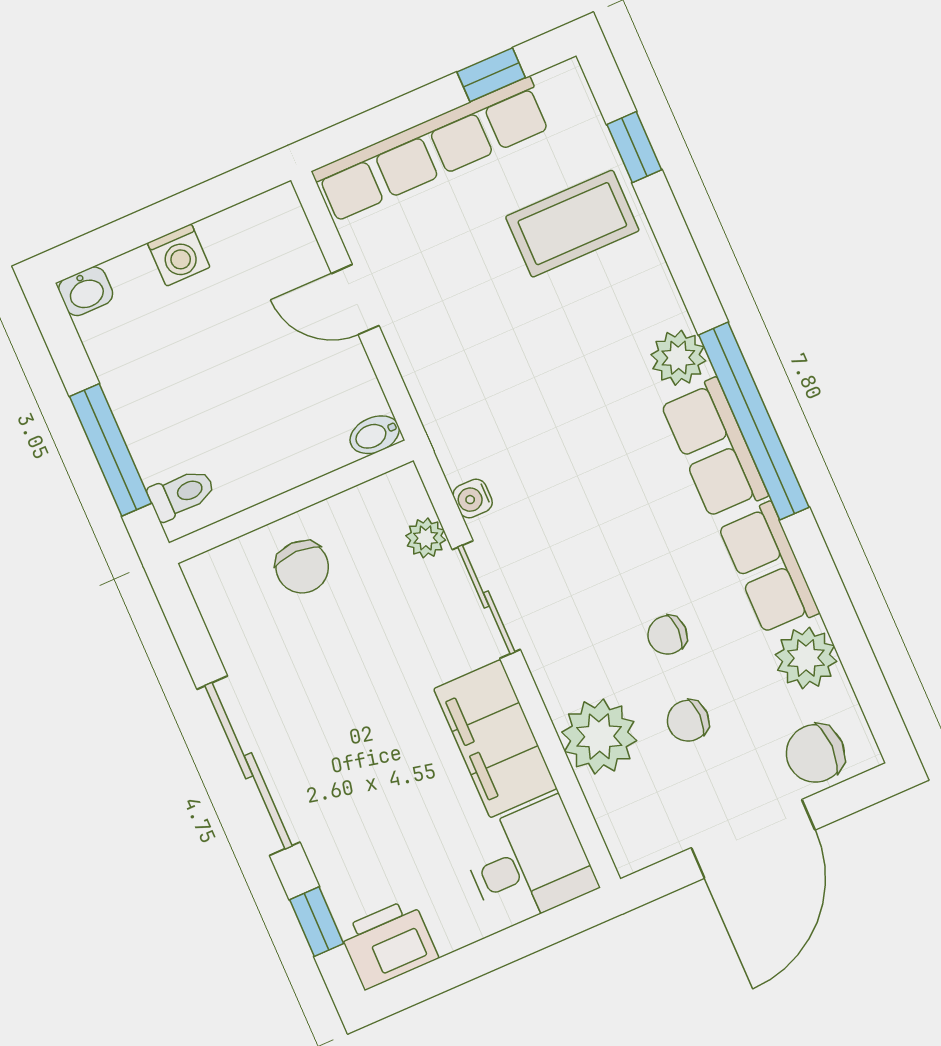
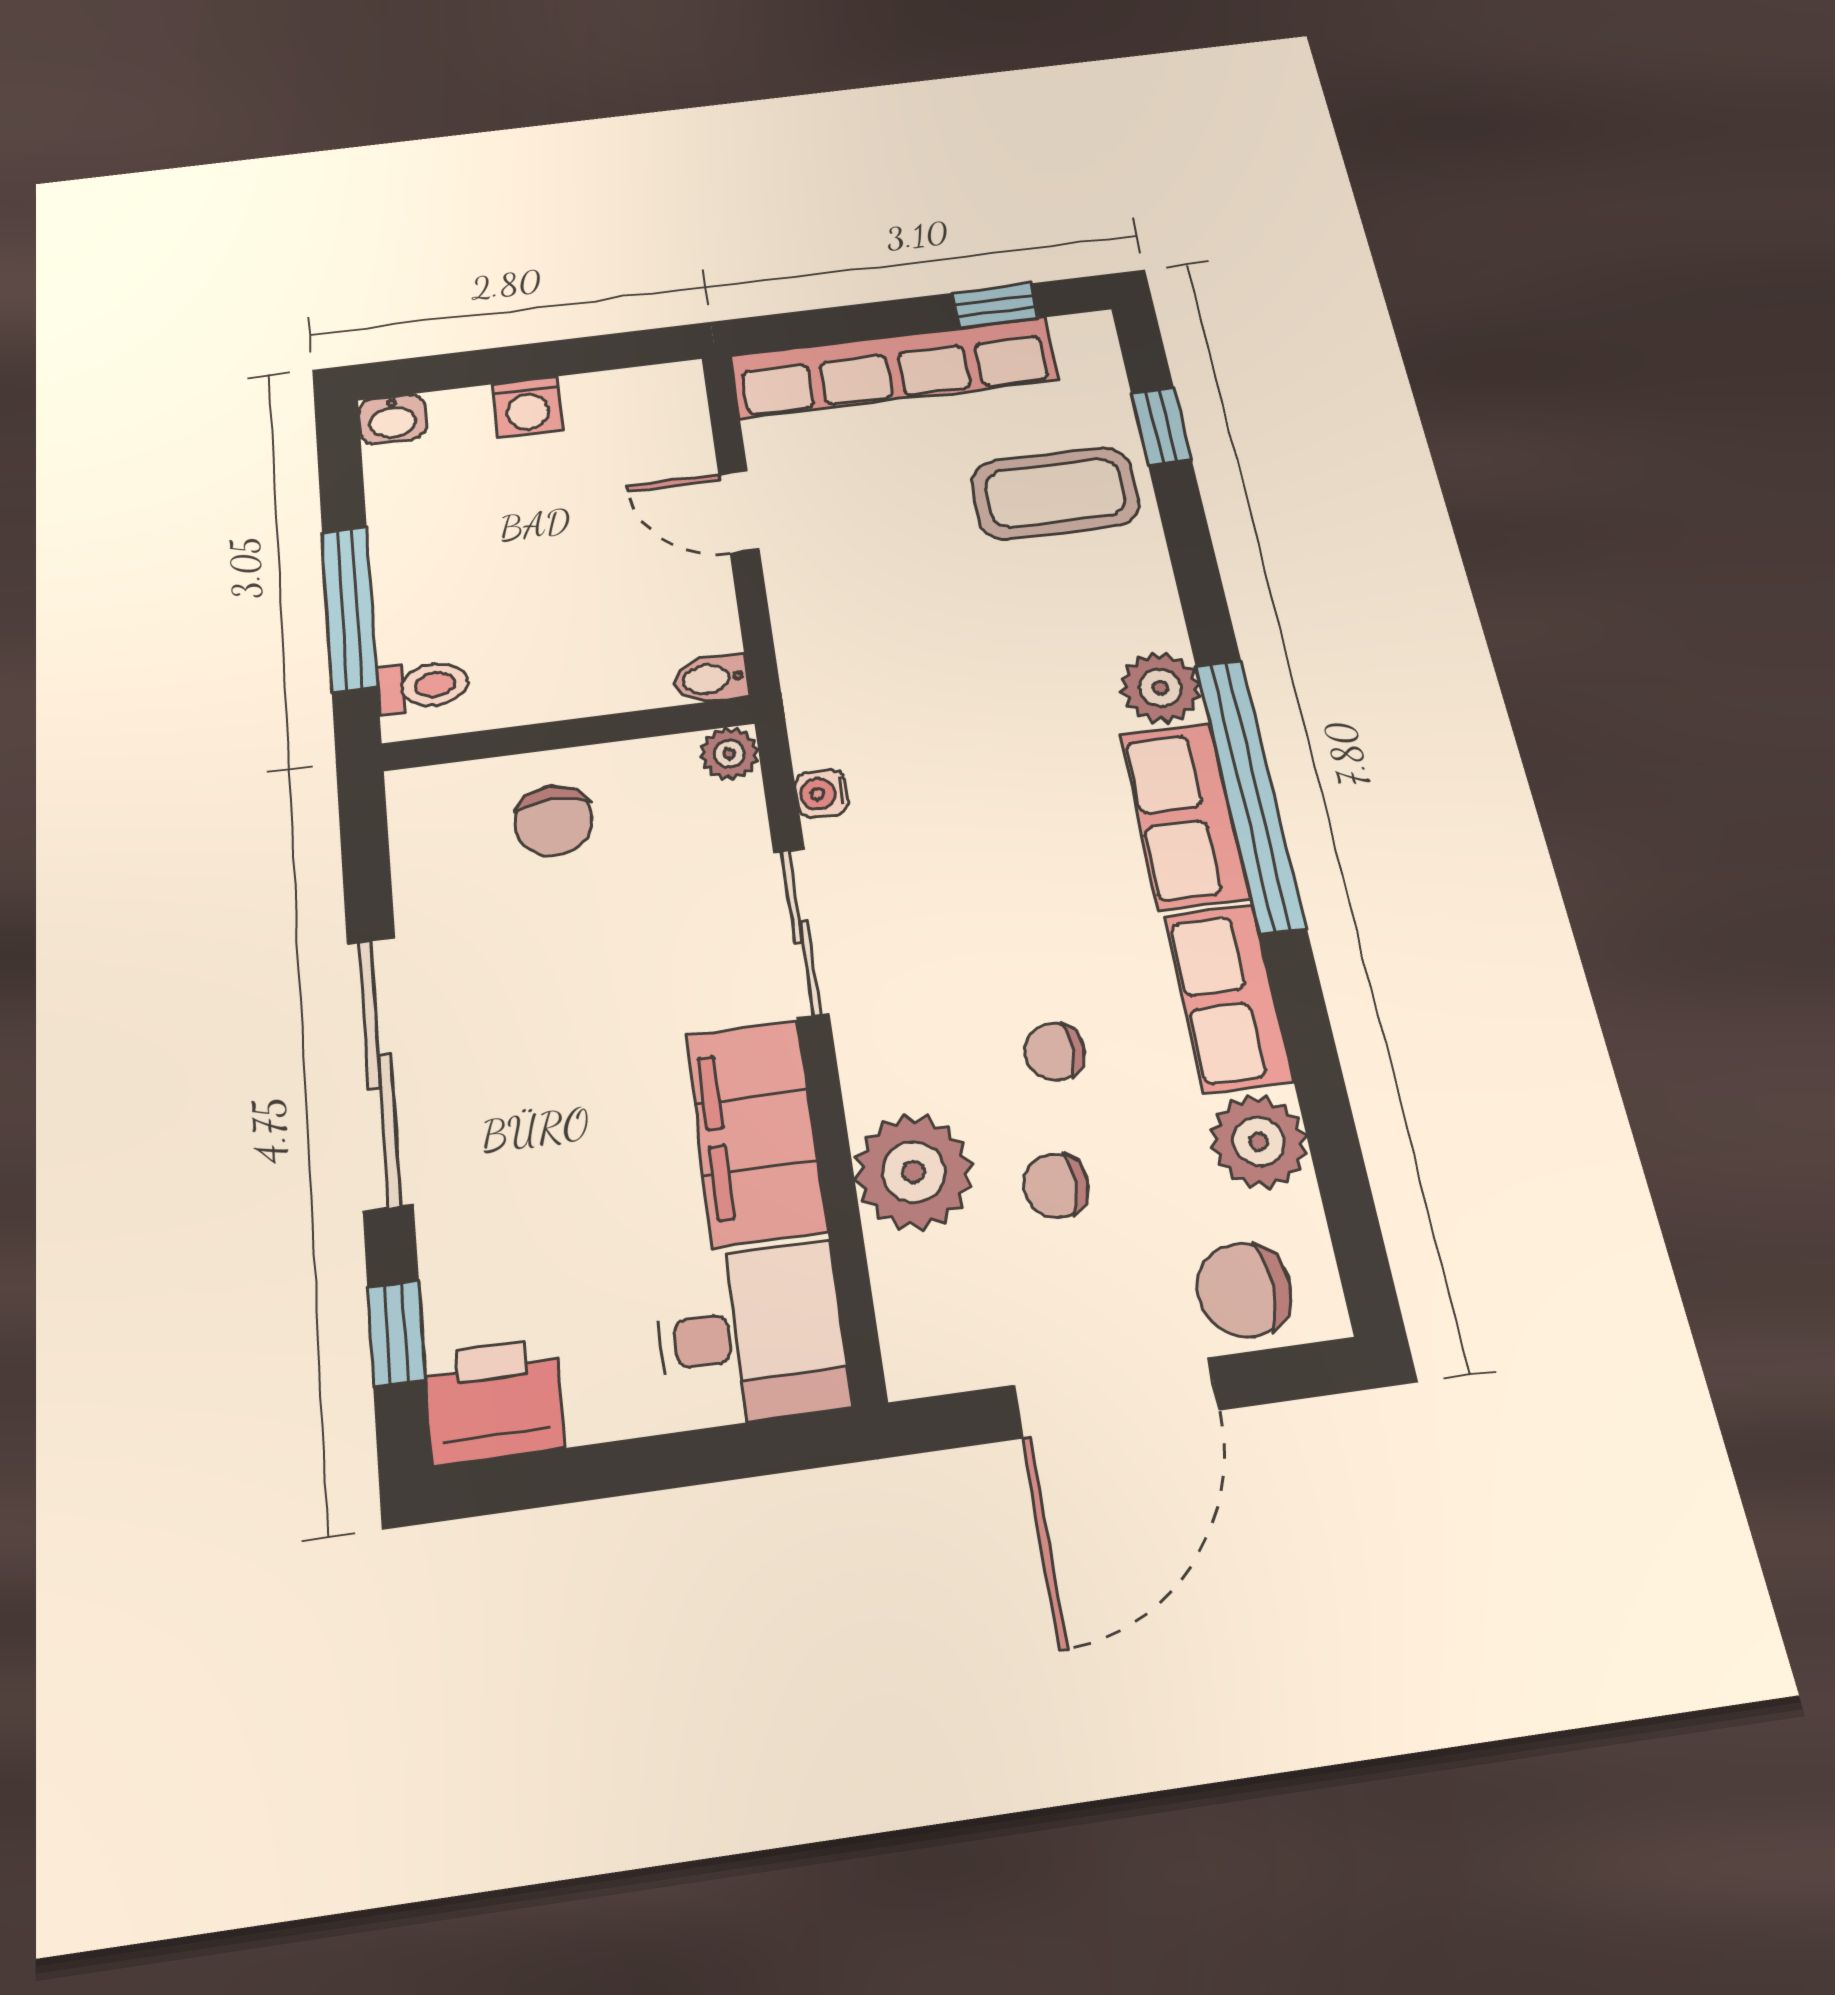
plant: (426, 538) -> (729, 754), moved

